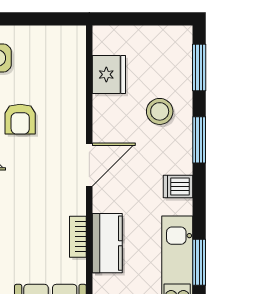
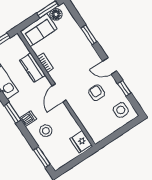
fridge: (109, 74) -> (81, 142), moved
window: (199, 140) -> (12, 113), moved
dishwasher: (178, 187) -> (28, 119), moved

